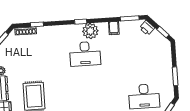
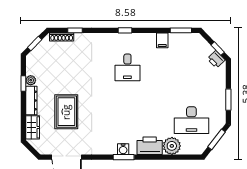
printer: (147, 28) -> (216, 59), moved
plant: (90, 31) -> (135, 42), removed
desk: (85, 54) -> (127, 67), width x0.73

